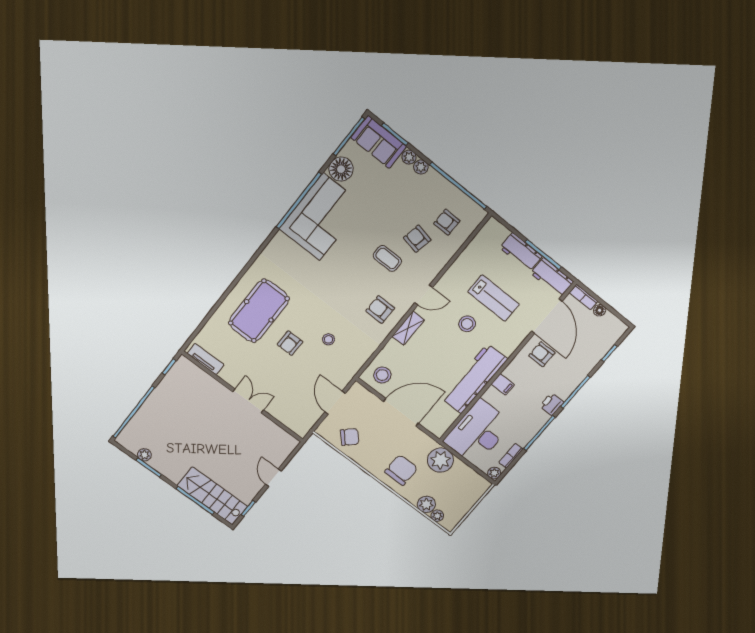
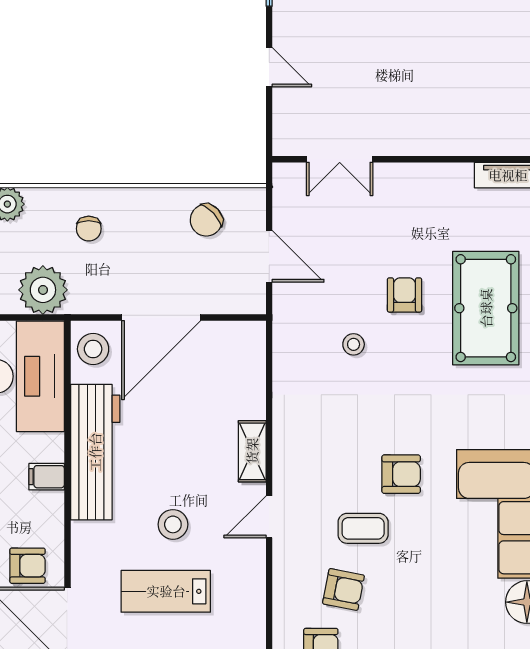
armchair: (380, 310) -> (401, 474), moved
stool: (382, 375) -> (93, 349), moved
double door: (248, 401) -> (340, 159), moved
chair: (401, 470) -> (89, 229), width x0.54, depth x0.54

